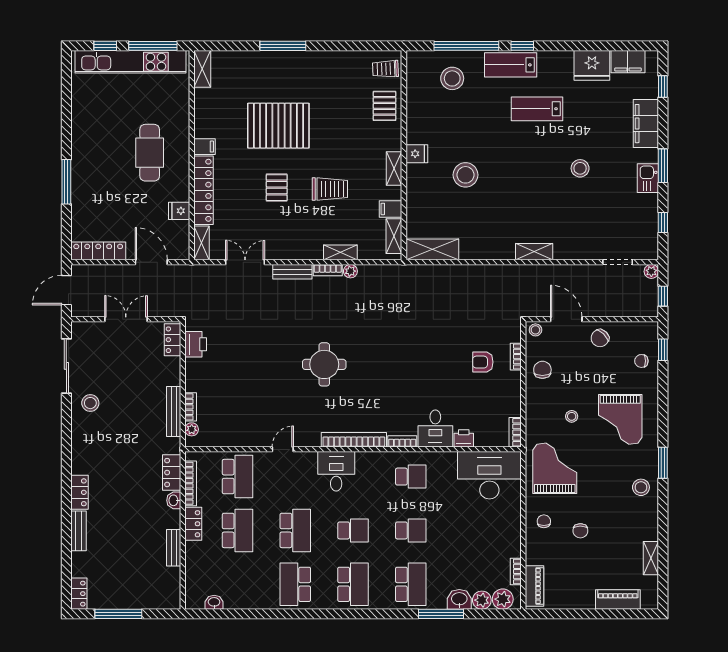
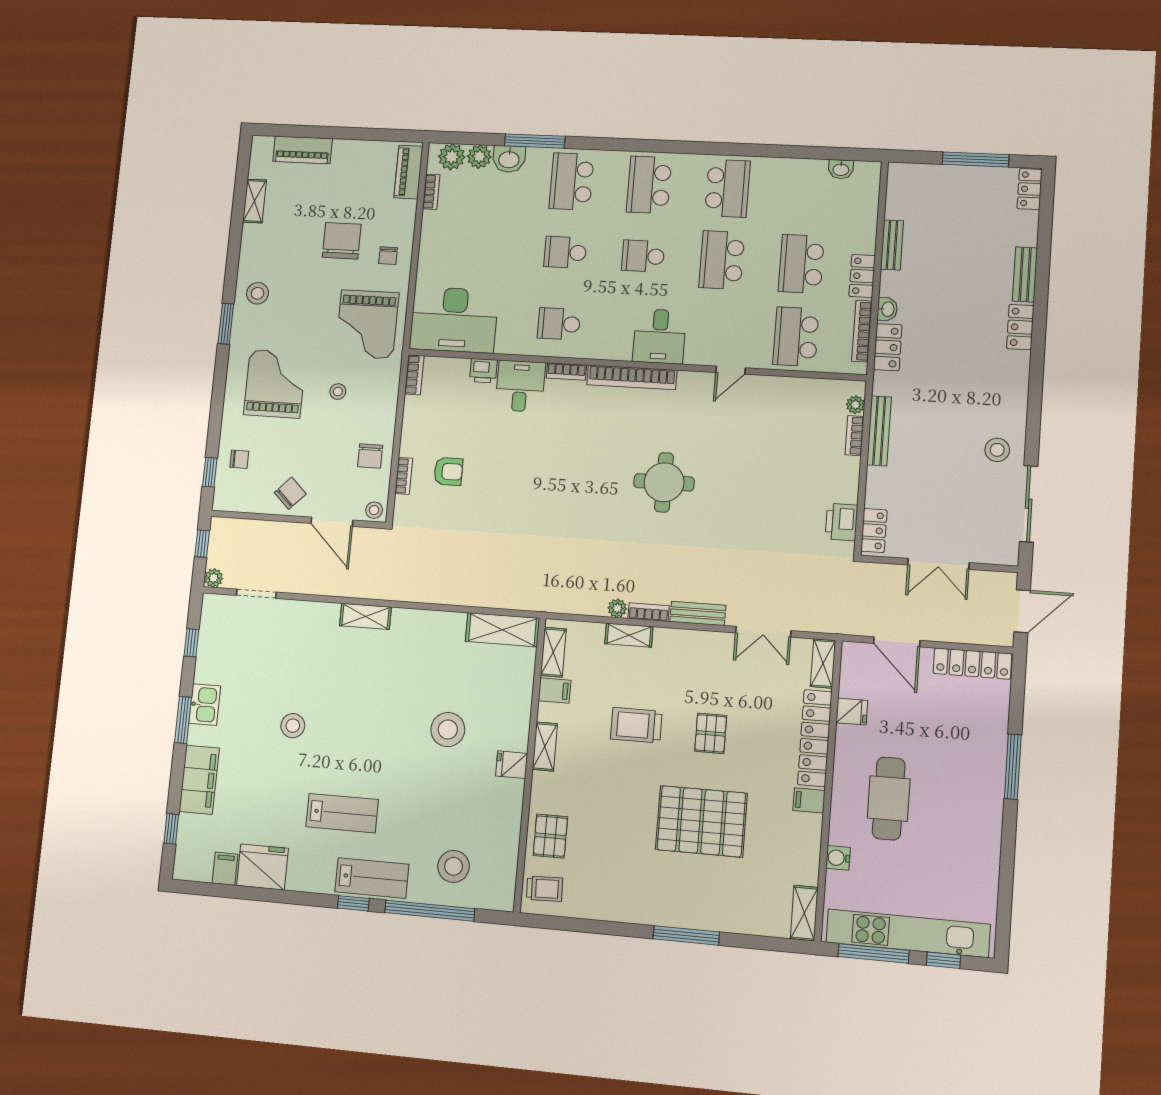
filing cabinet: (628, 62) -> (225, 869), width x0.50
water cooler: (182, 109) -> (838, 858), added
chair: (580, 531) -> (342, 241), width x1.87, depth x1.87

